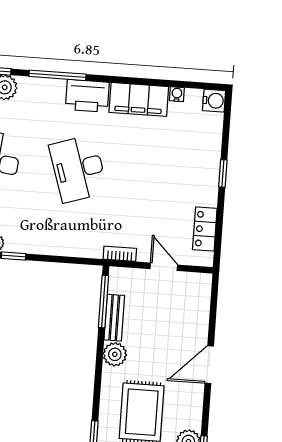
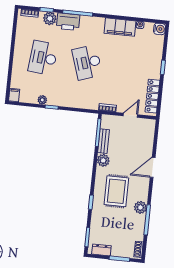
printer: (87, 96) -> (68, 22), moved
locker: (205, 229) -> (153, 96), width x1.53
door: (164, 267) -> (130, 115), hinge flipped

